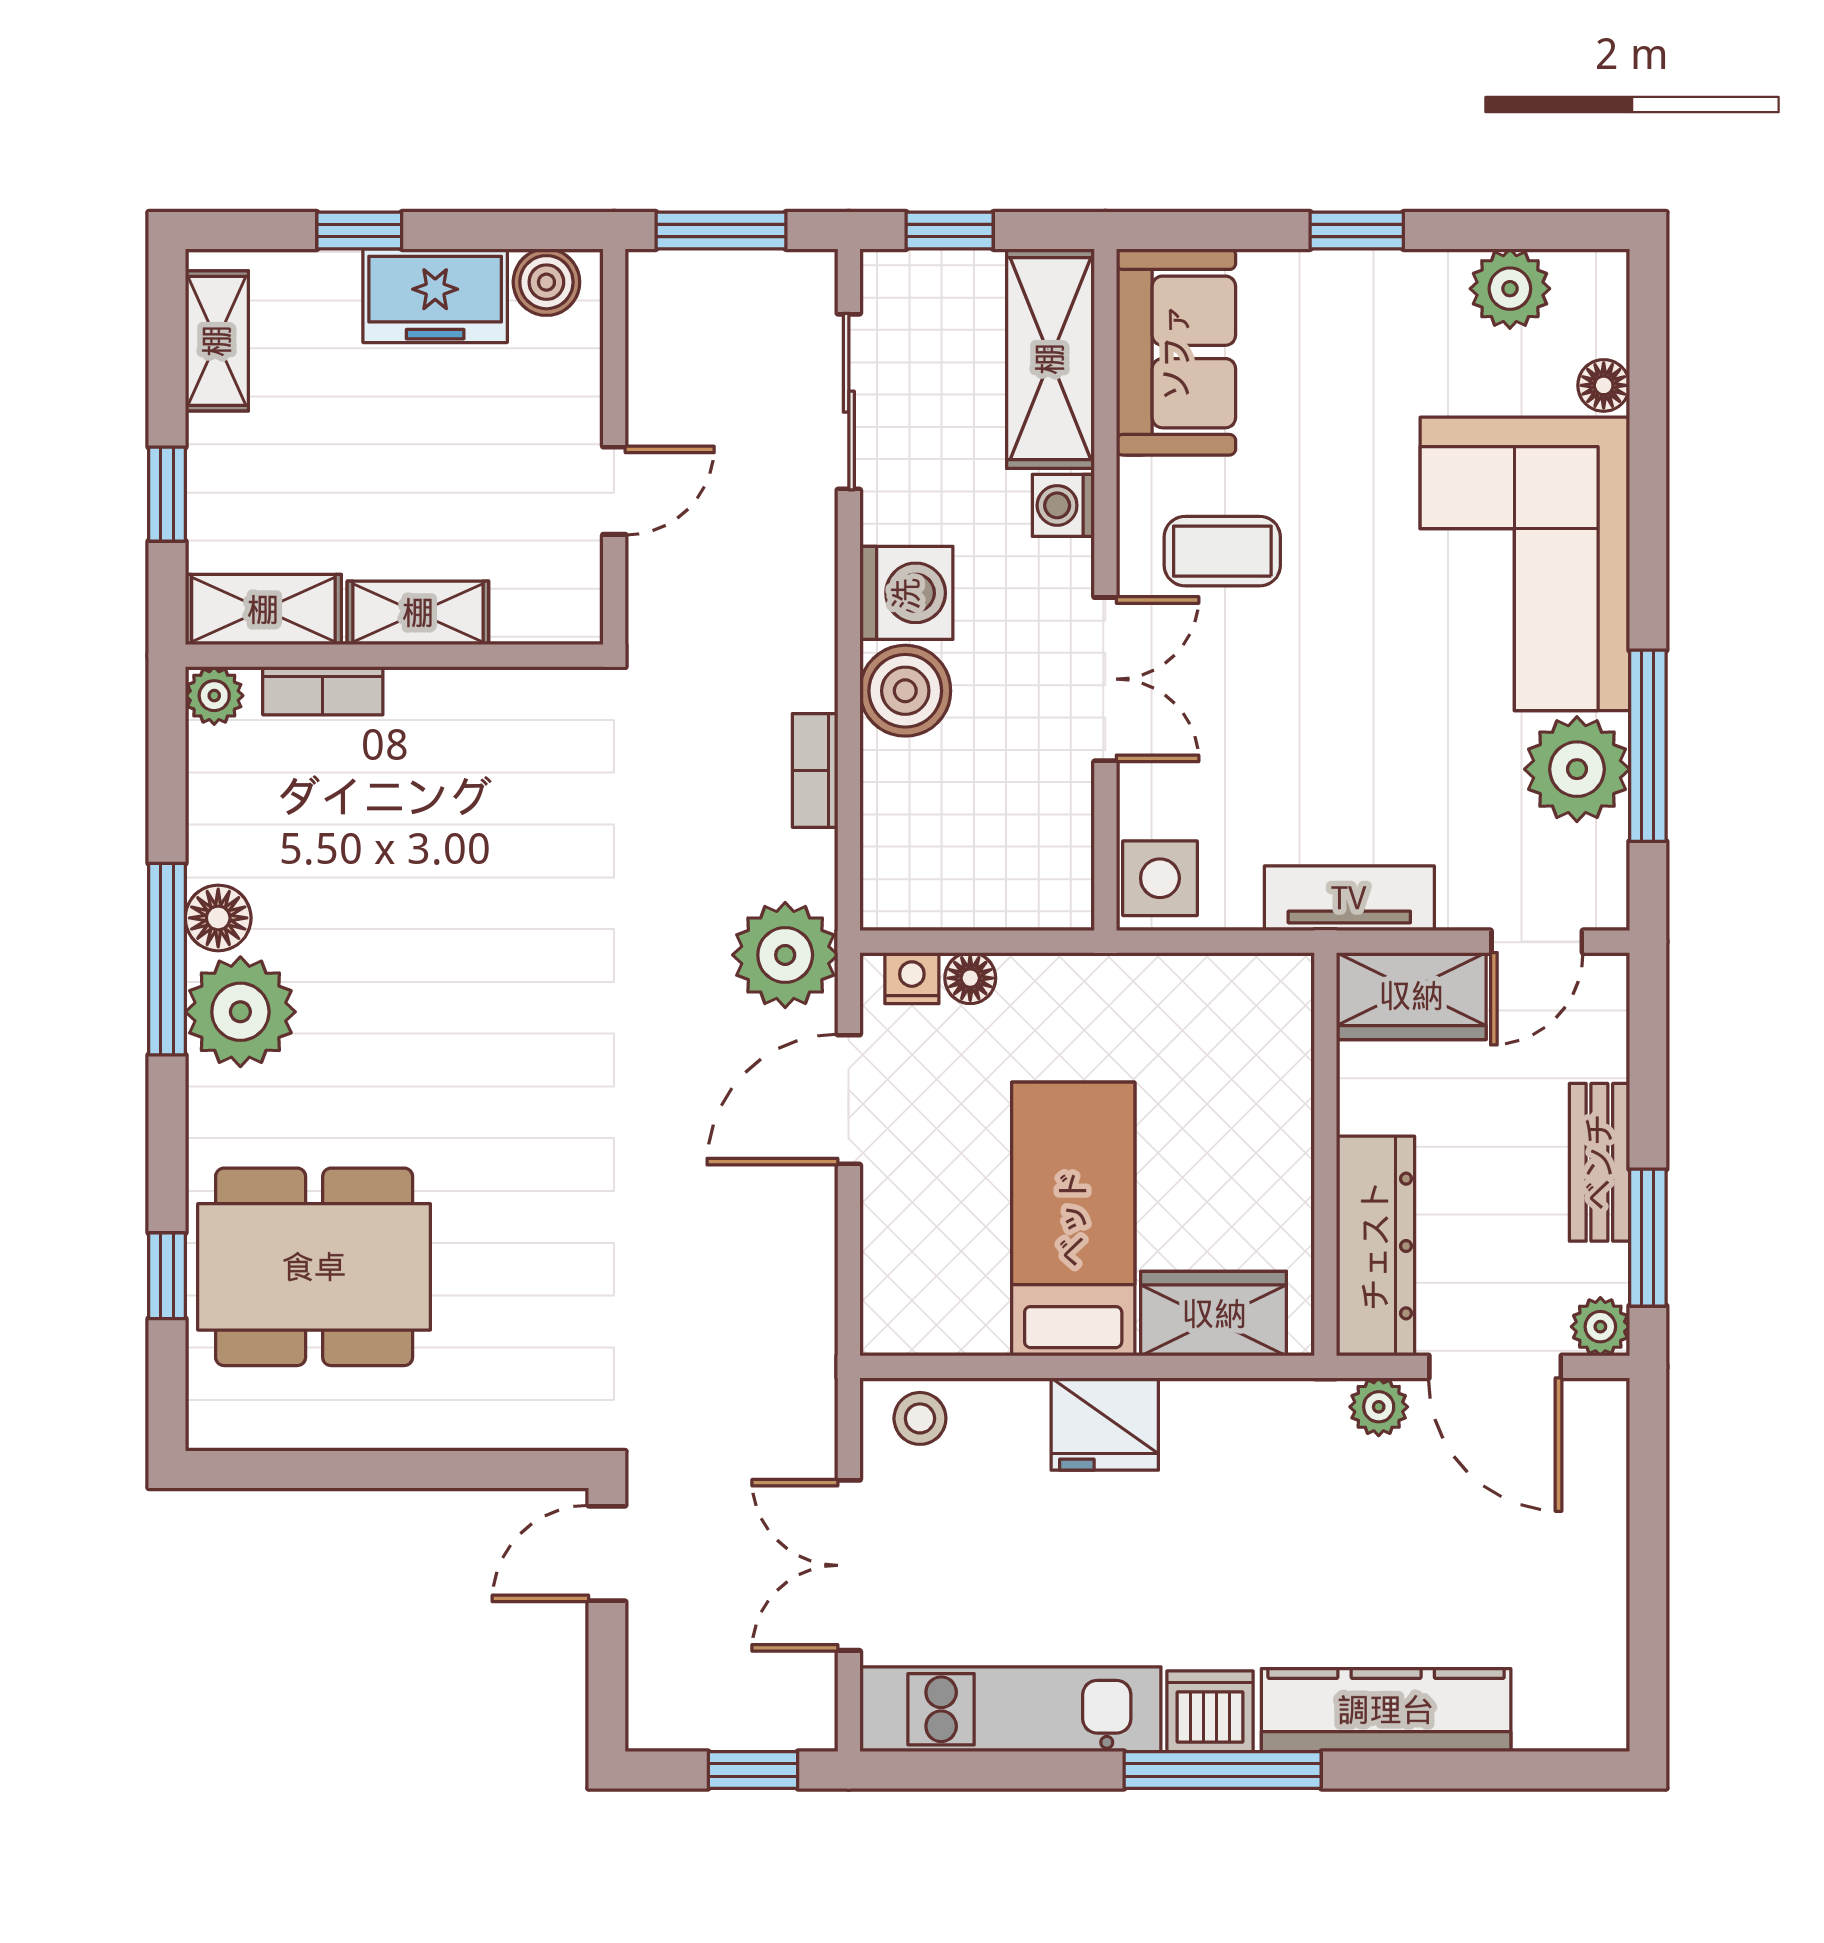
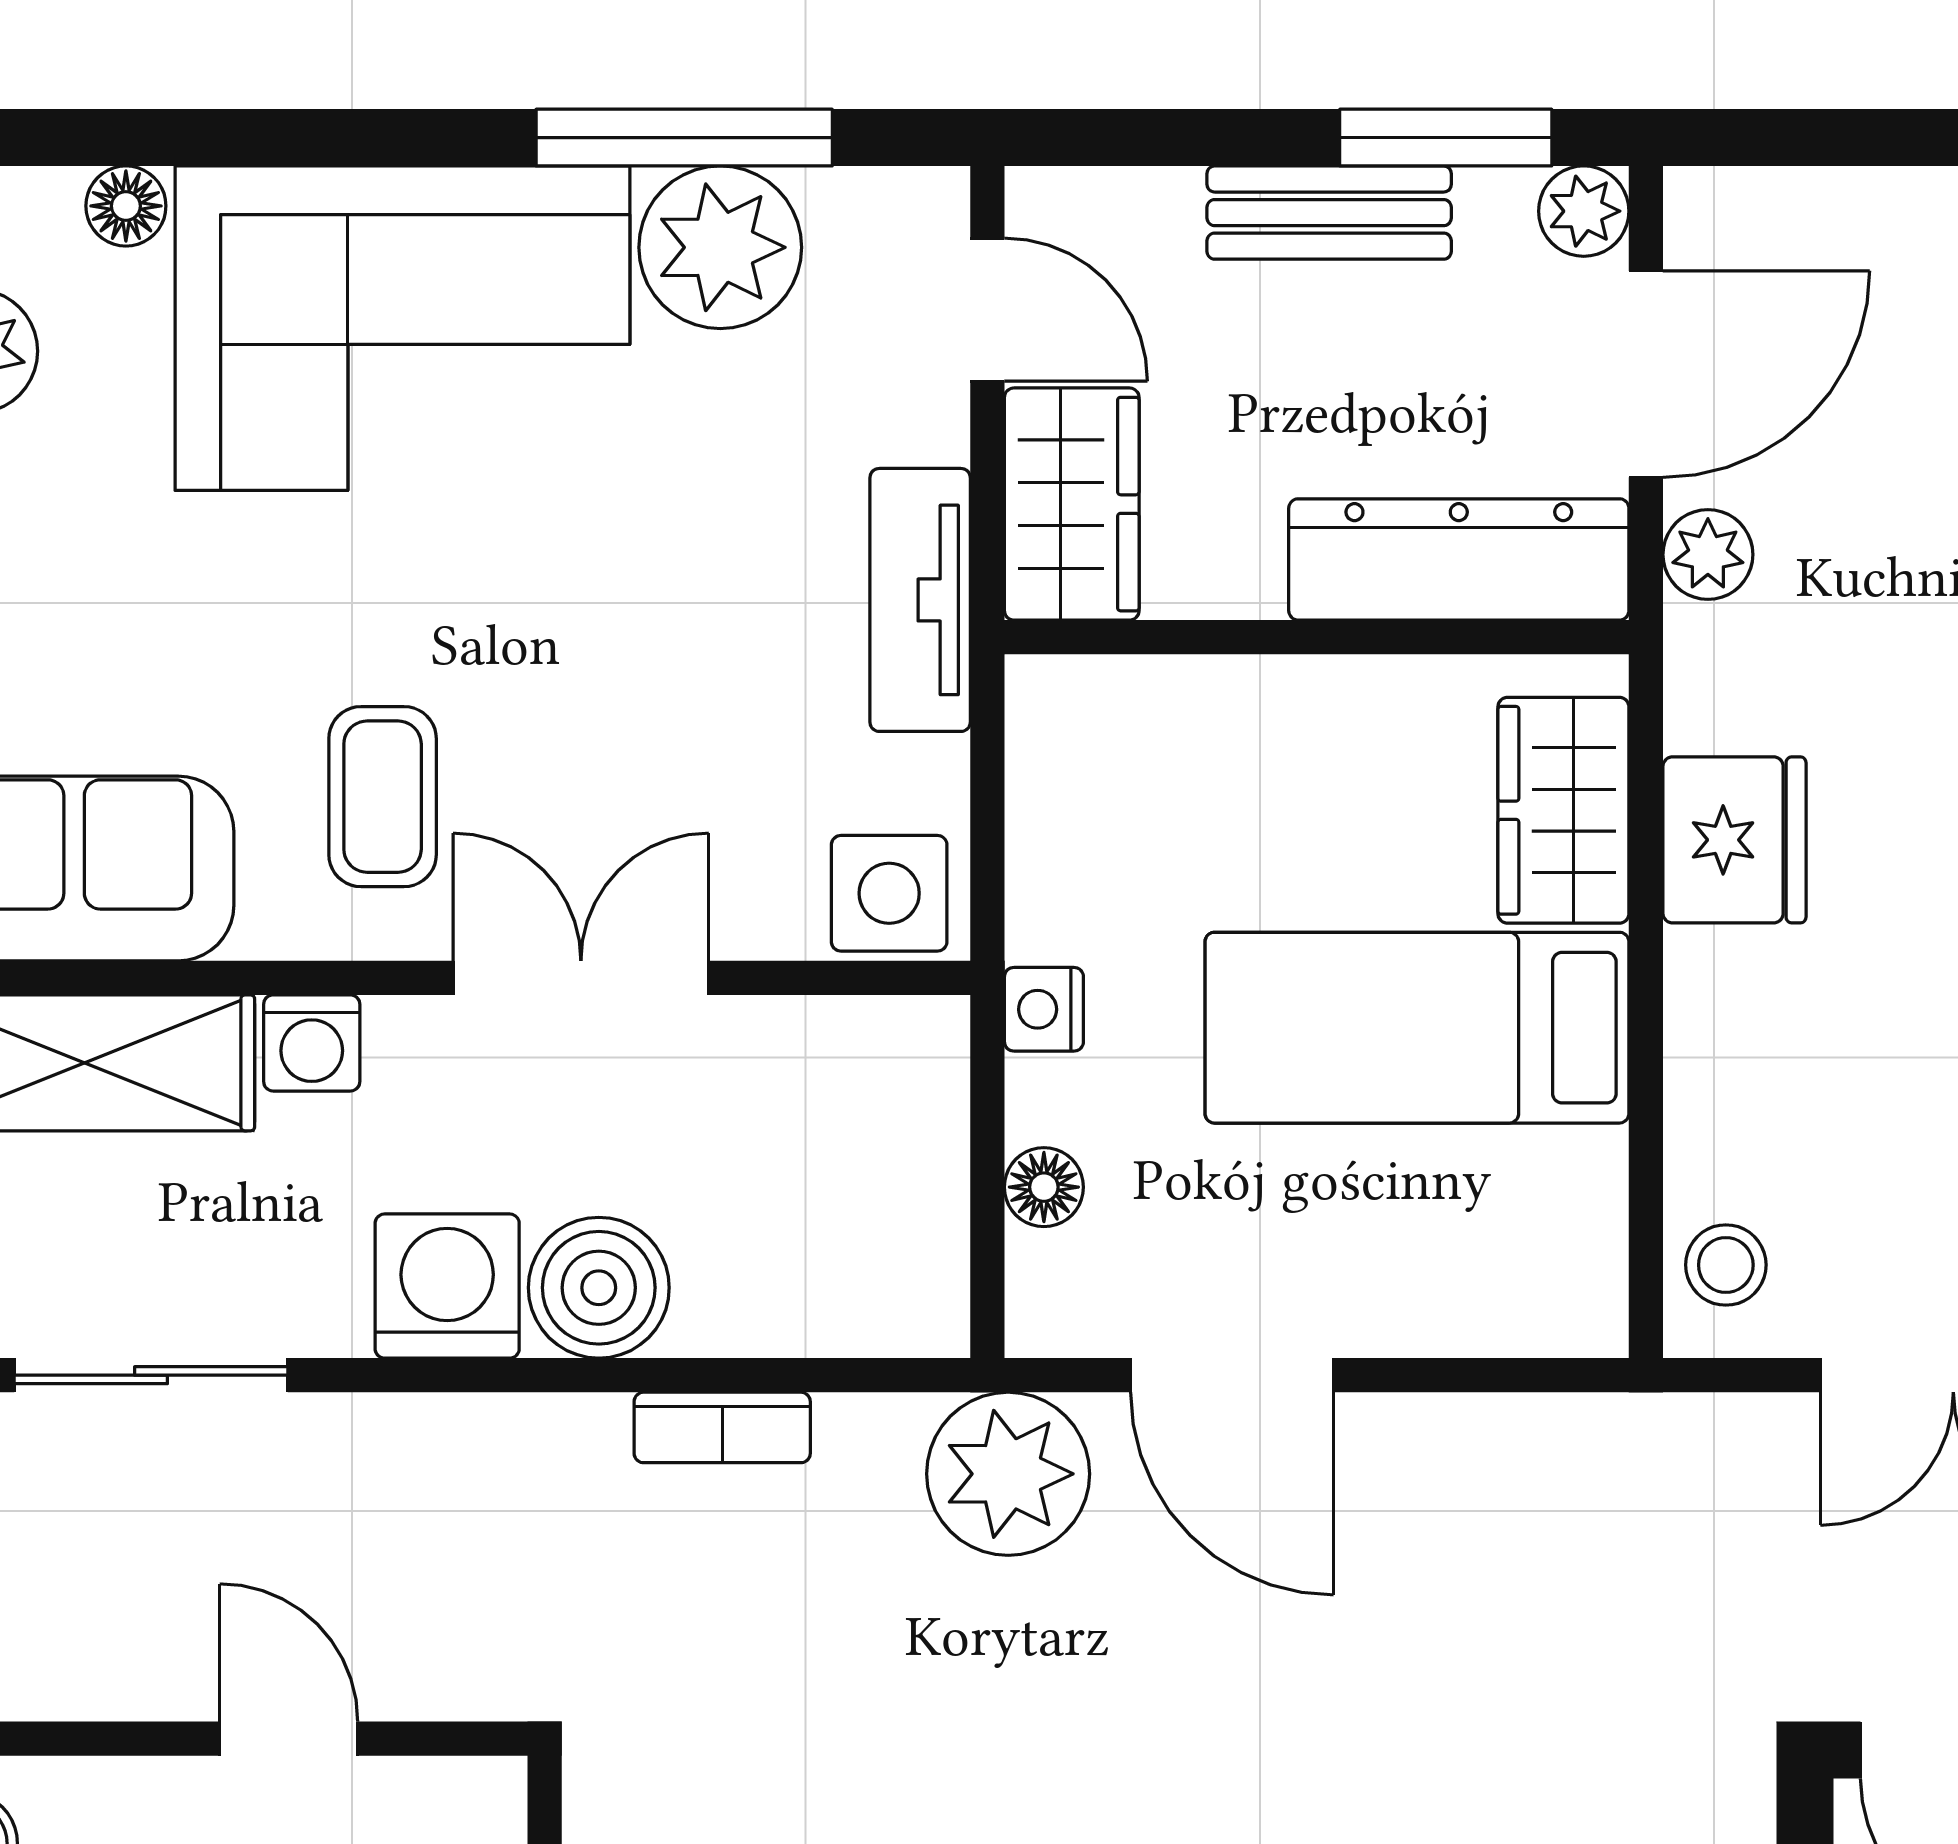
nightstand: (912, 978) -> (1044, 1009), moved
fridge: (1105, 1424) -> (1735, 840), moved

